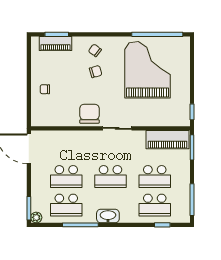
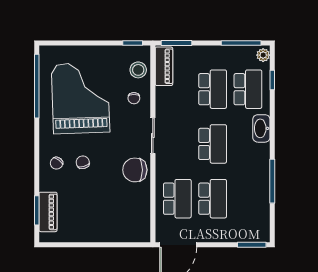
grand piano: (148, 70) -> (80, 98), turned 88
chair: (45, 89) -> (134, 98), moved
stool: (170, 116) -> (138, 70), added
piano: (168, 140) -> (164, 66), width x0.73, depth x0.75
school desk: (66, 205) -> (177, 199), moved
washbasin: (108, 216) -> (261, 128), moved
plant: (36, 217) -> (263, 55), moved

